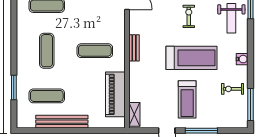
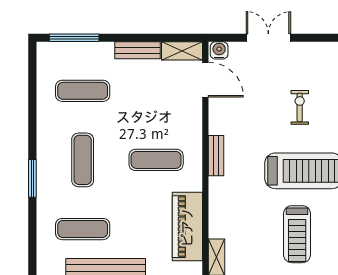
window: (14, 88) -> (32, 178), moved

